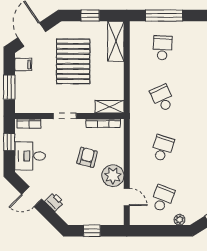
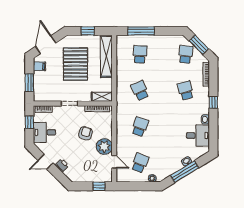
shelving: (116, 41) -> (106, 56), width x1.47
window: (92, 231) -> (99, 186), moved

